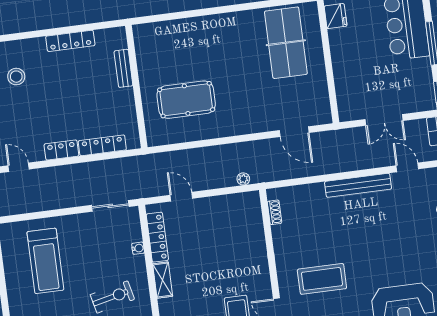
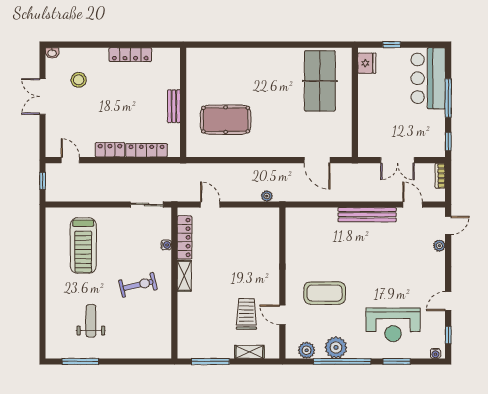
bench: (123, 68) -> (174, 106), moved
shoe rack: (274, 212) -> (290, 229), removed

